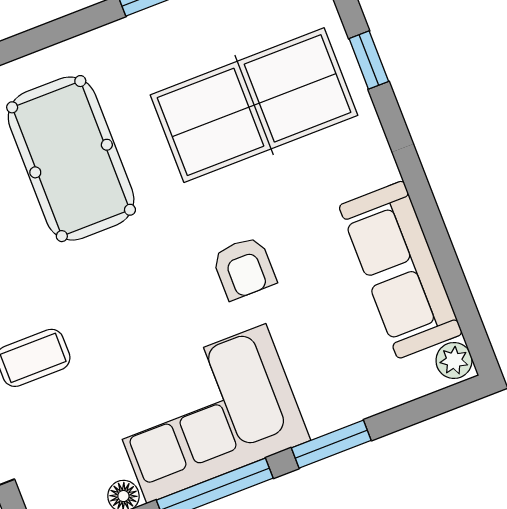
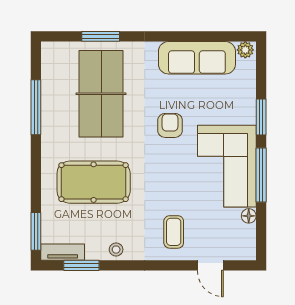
window: (369, 60) -> (101, 36), width x1.50
armchair: (244, 268) -> (170, 125), turned -90

